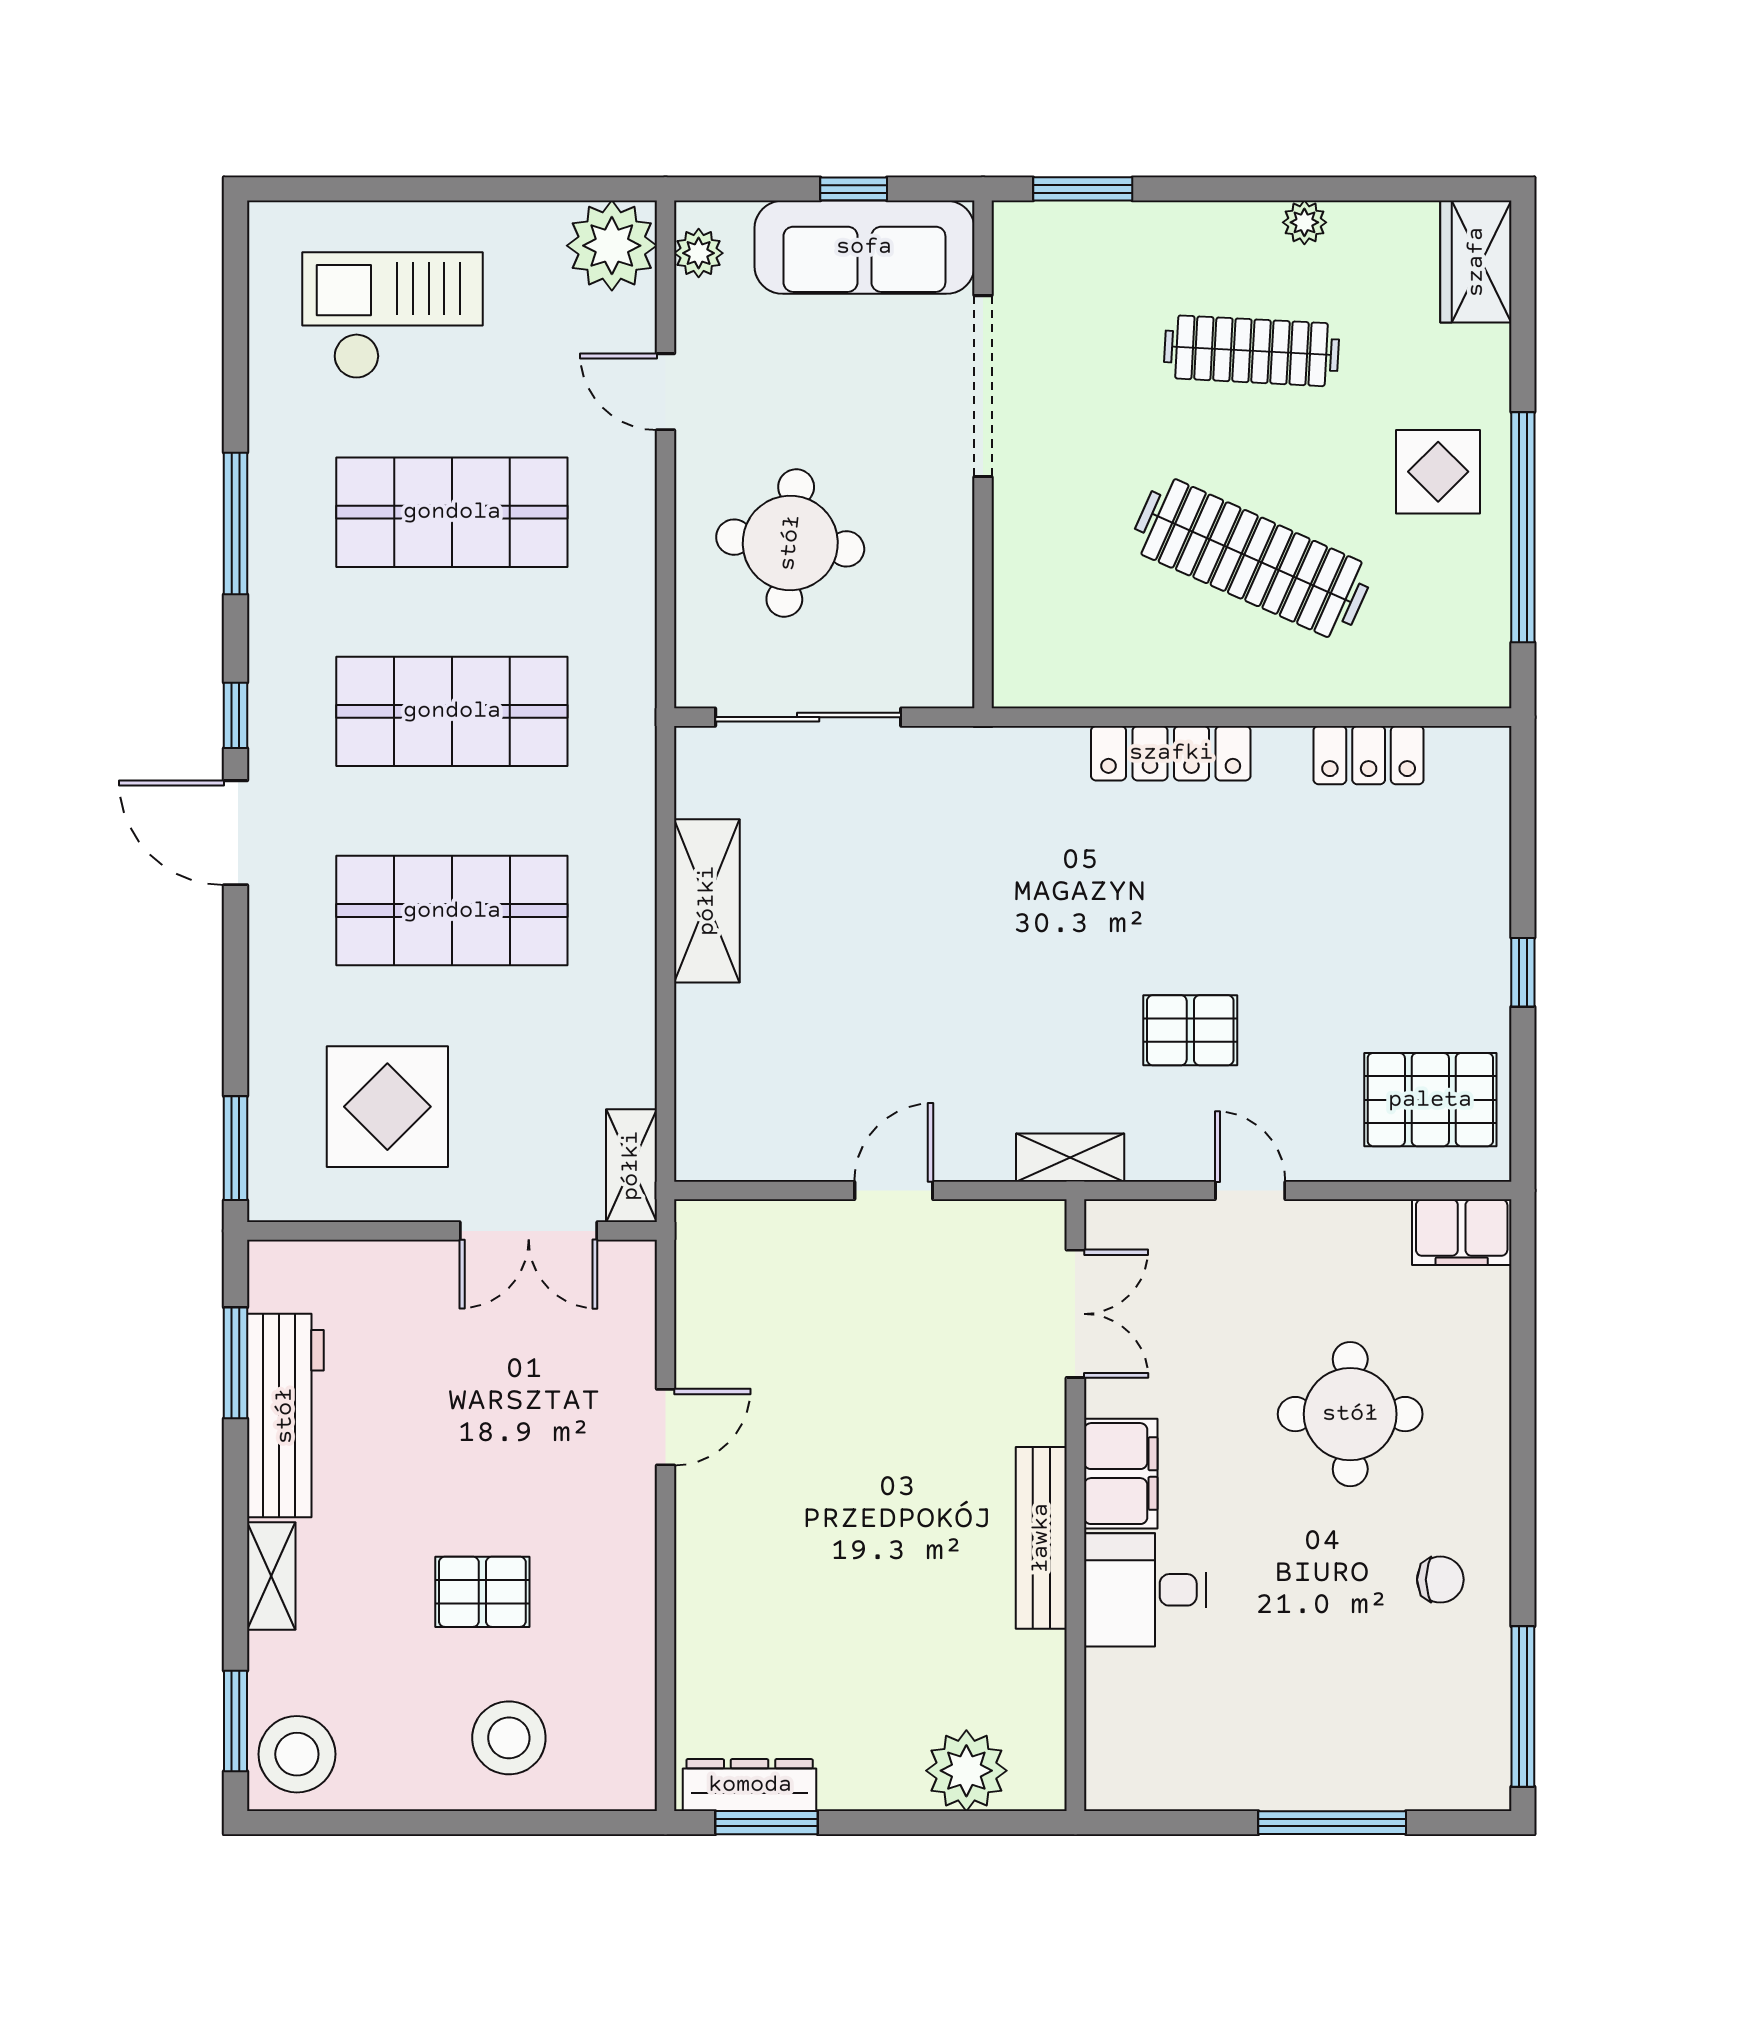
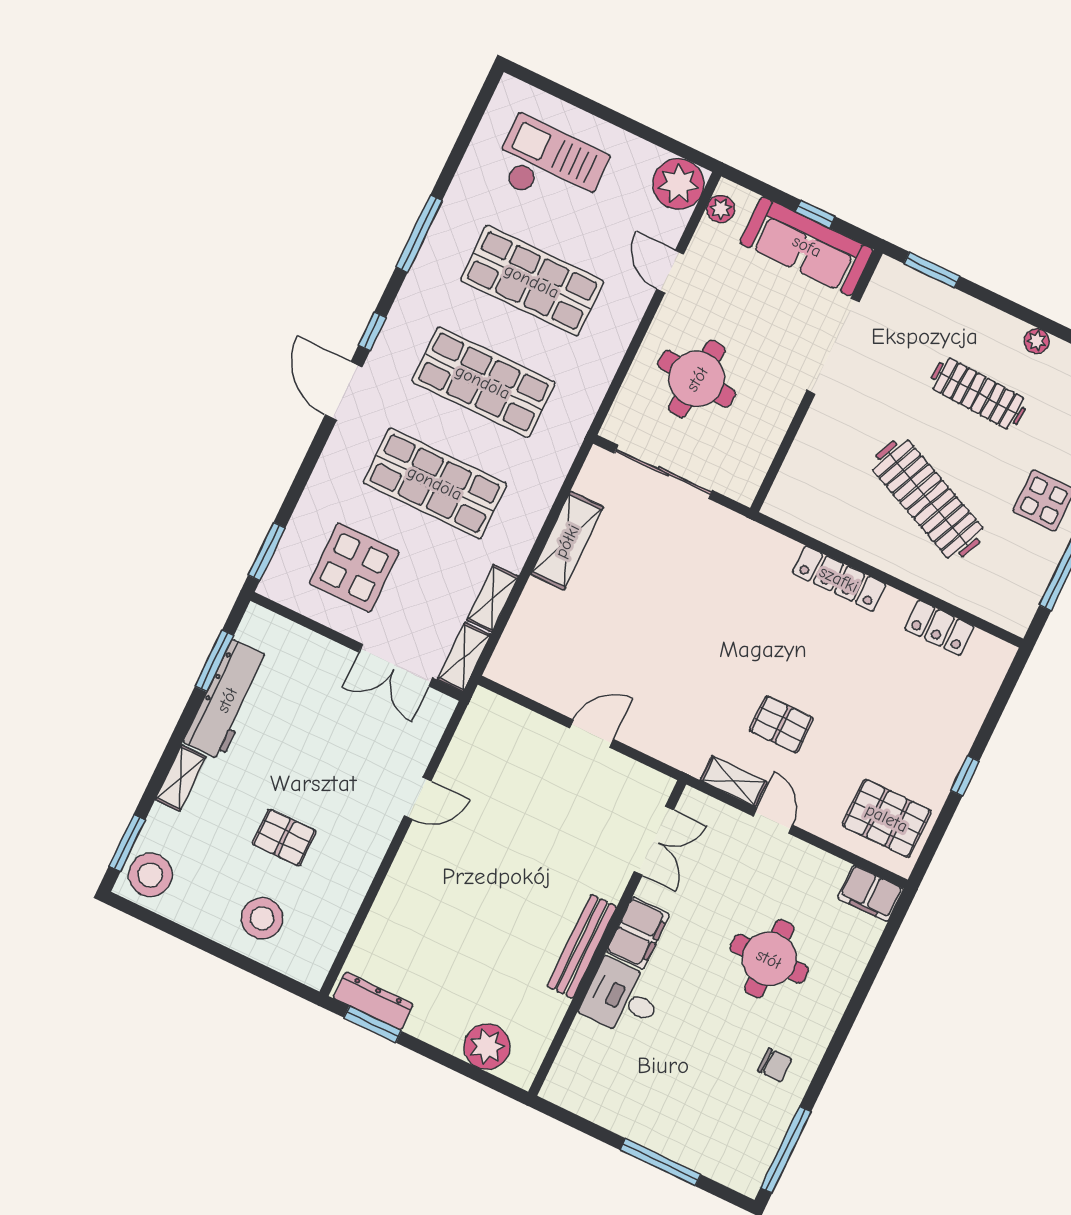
shelving: (632, 1050) -> (493, 598), added
shelving: (1070, 1158) -> (734, 781), moved

